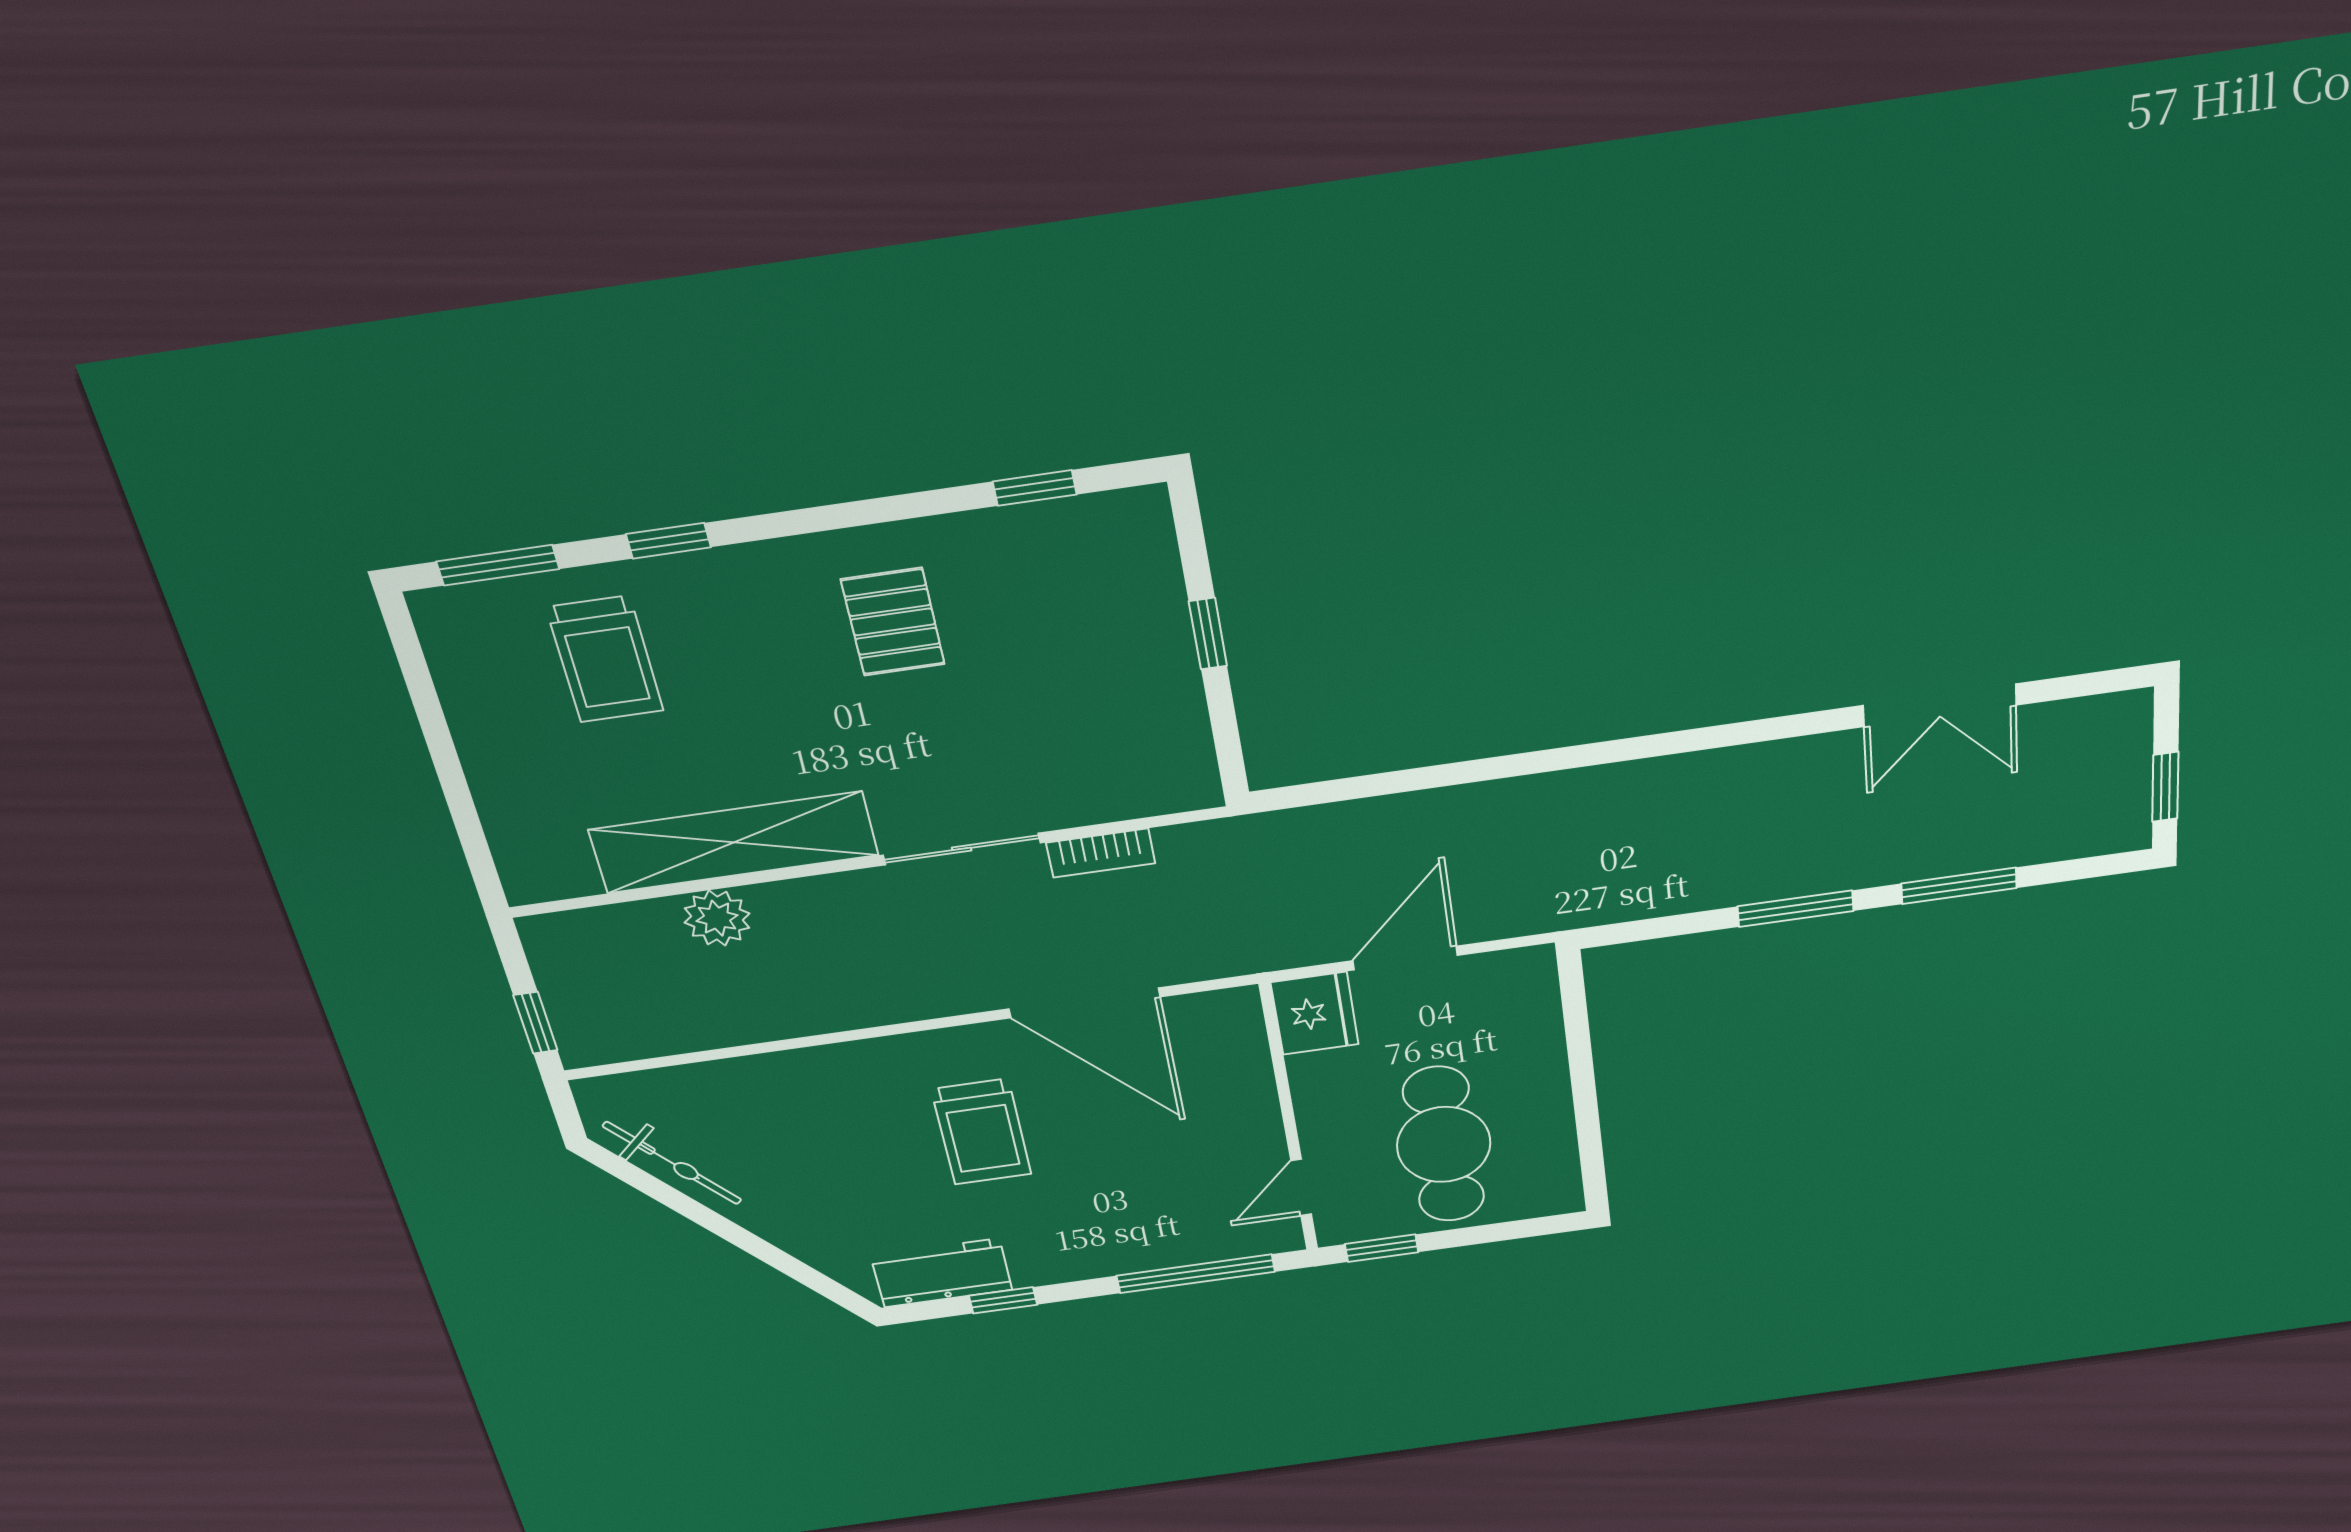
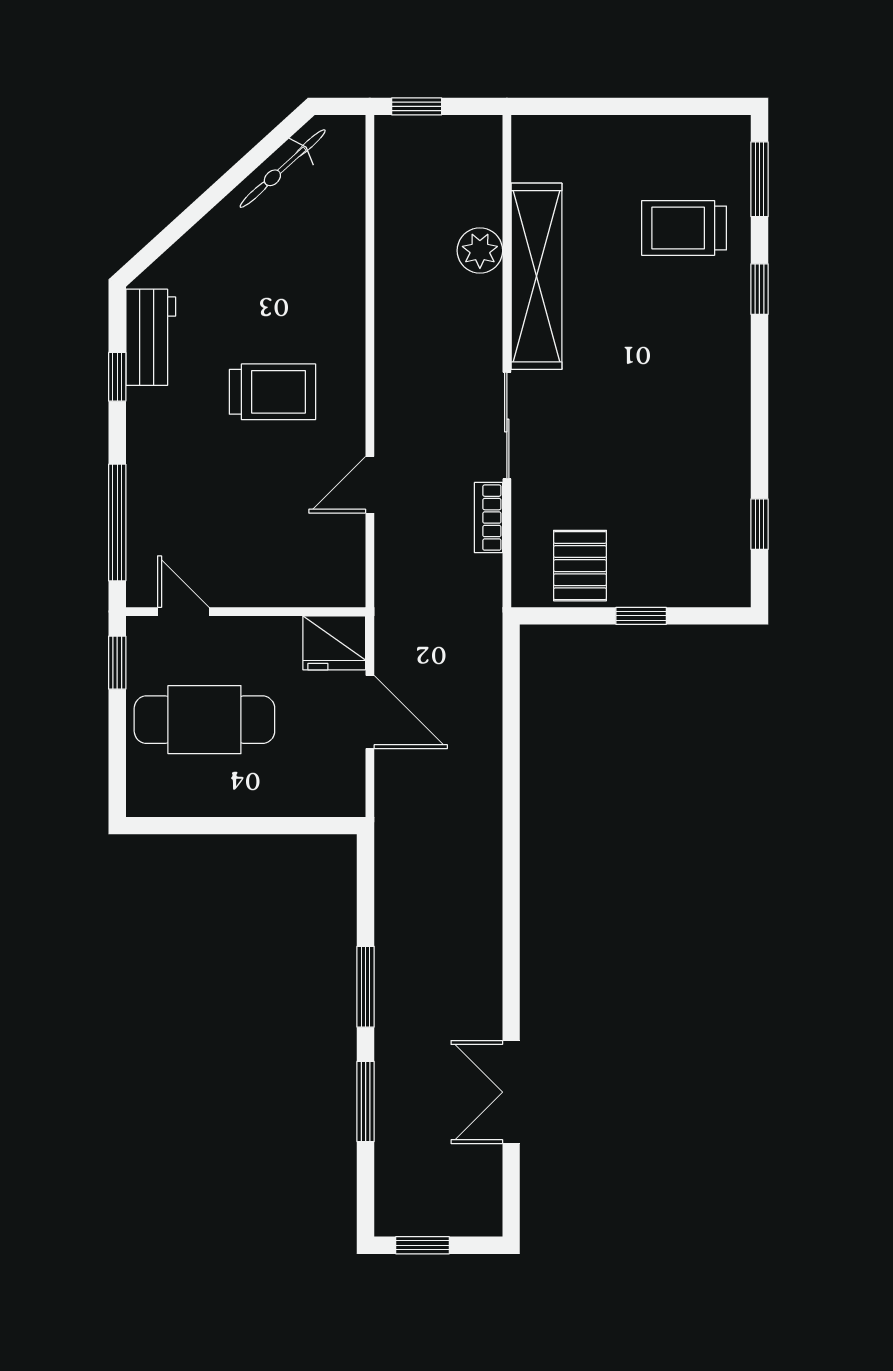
pallet: (893, 622) -> (580, 566), moved, turned 90
door: (1084, 1003) -> (370, 485), width x0.53
trolley: (981, 1132) -> (272, 392), turned 180

